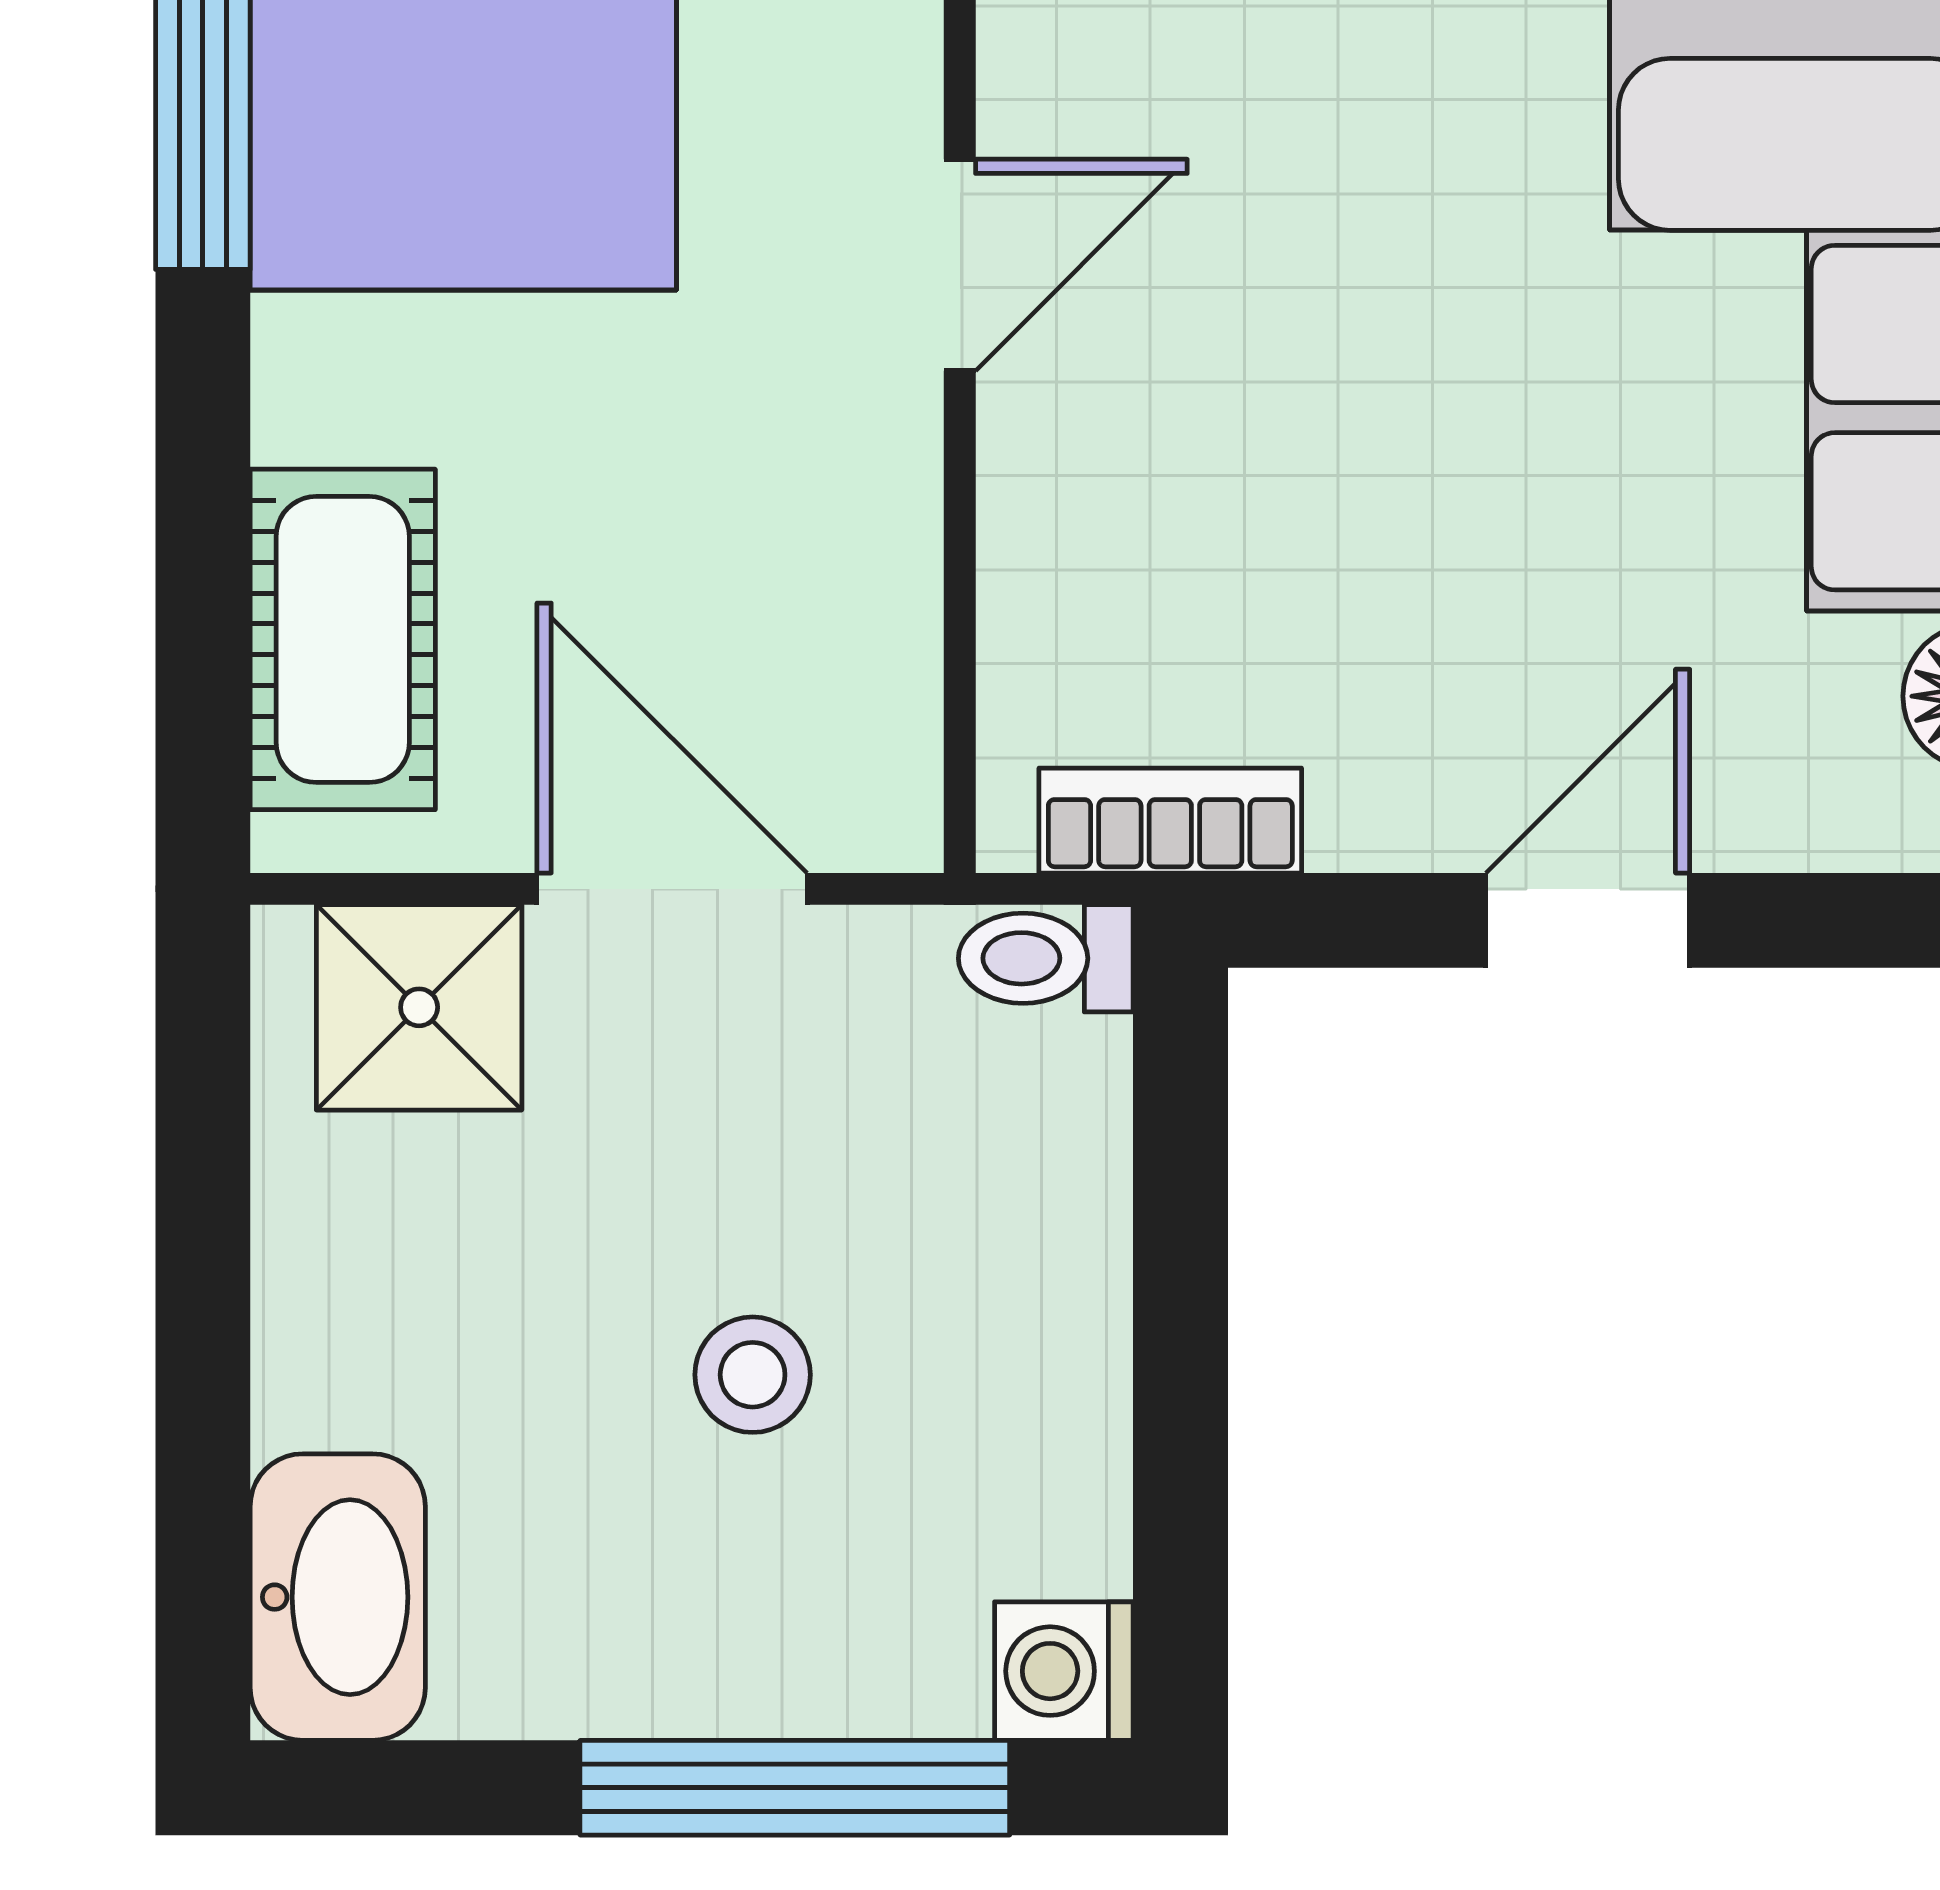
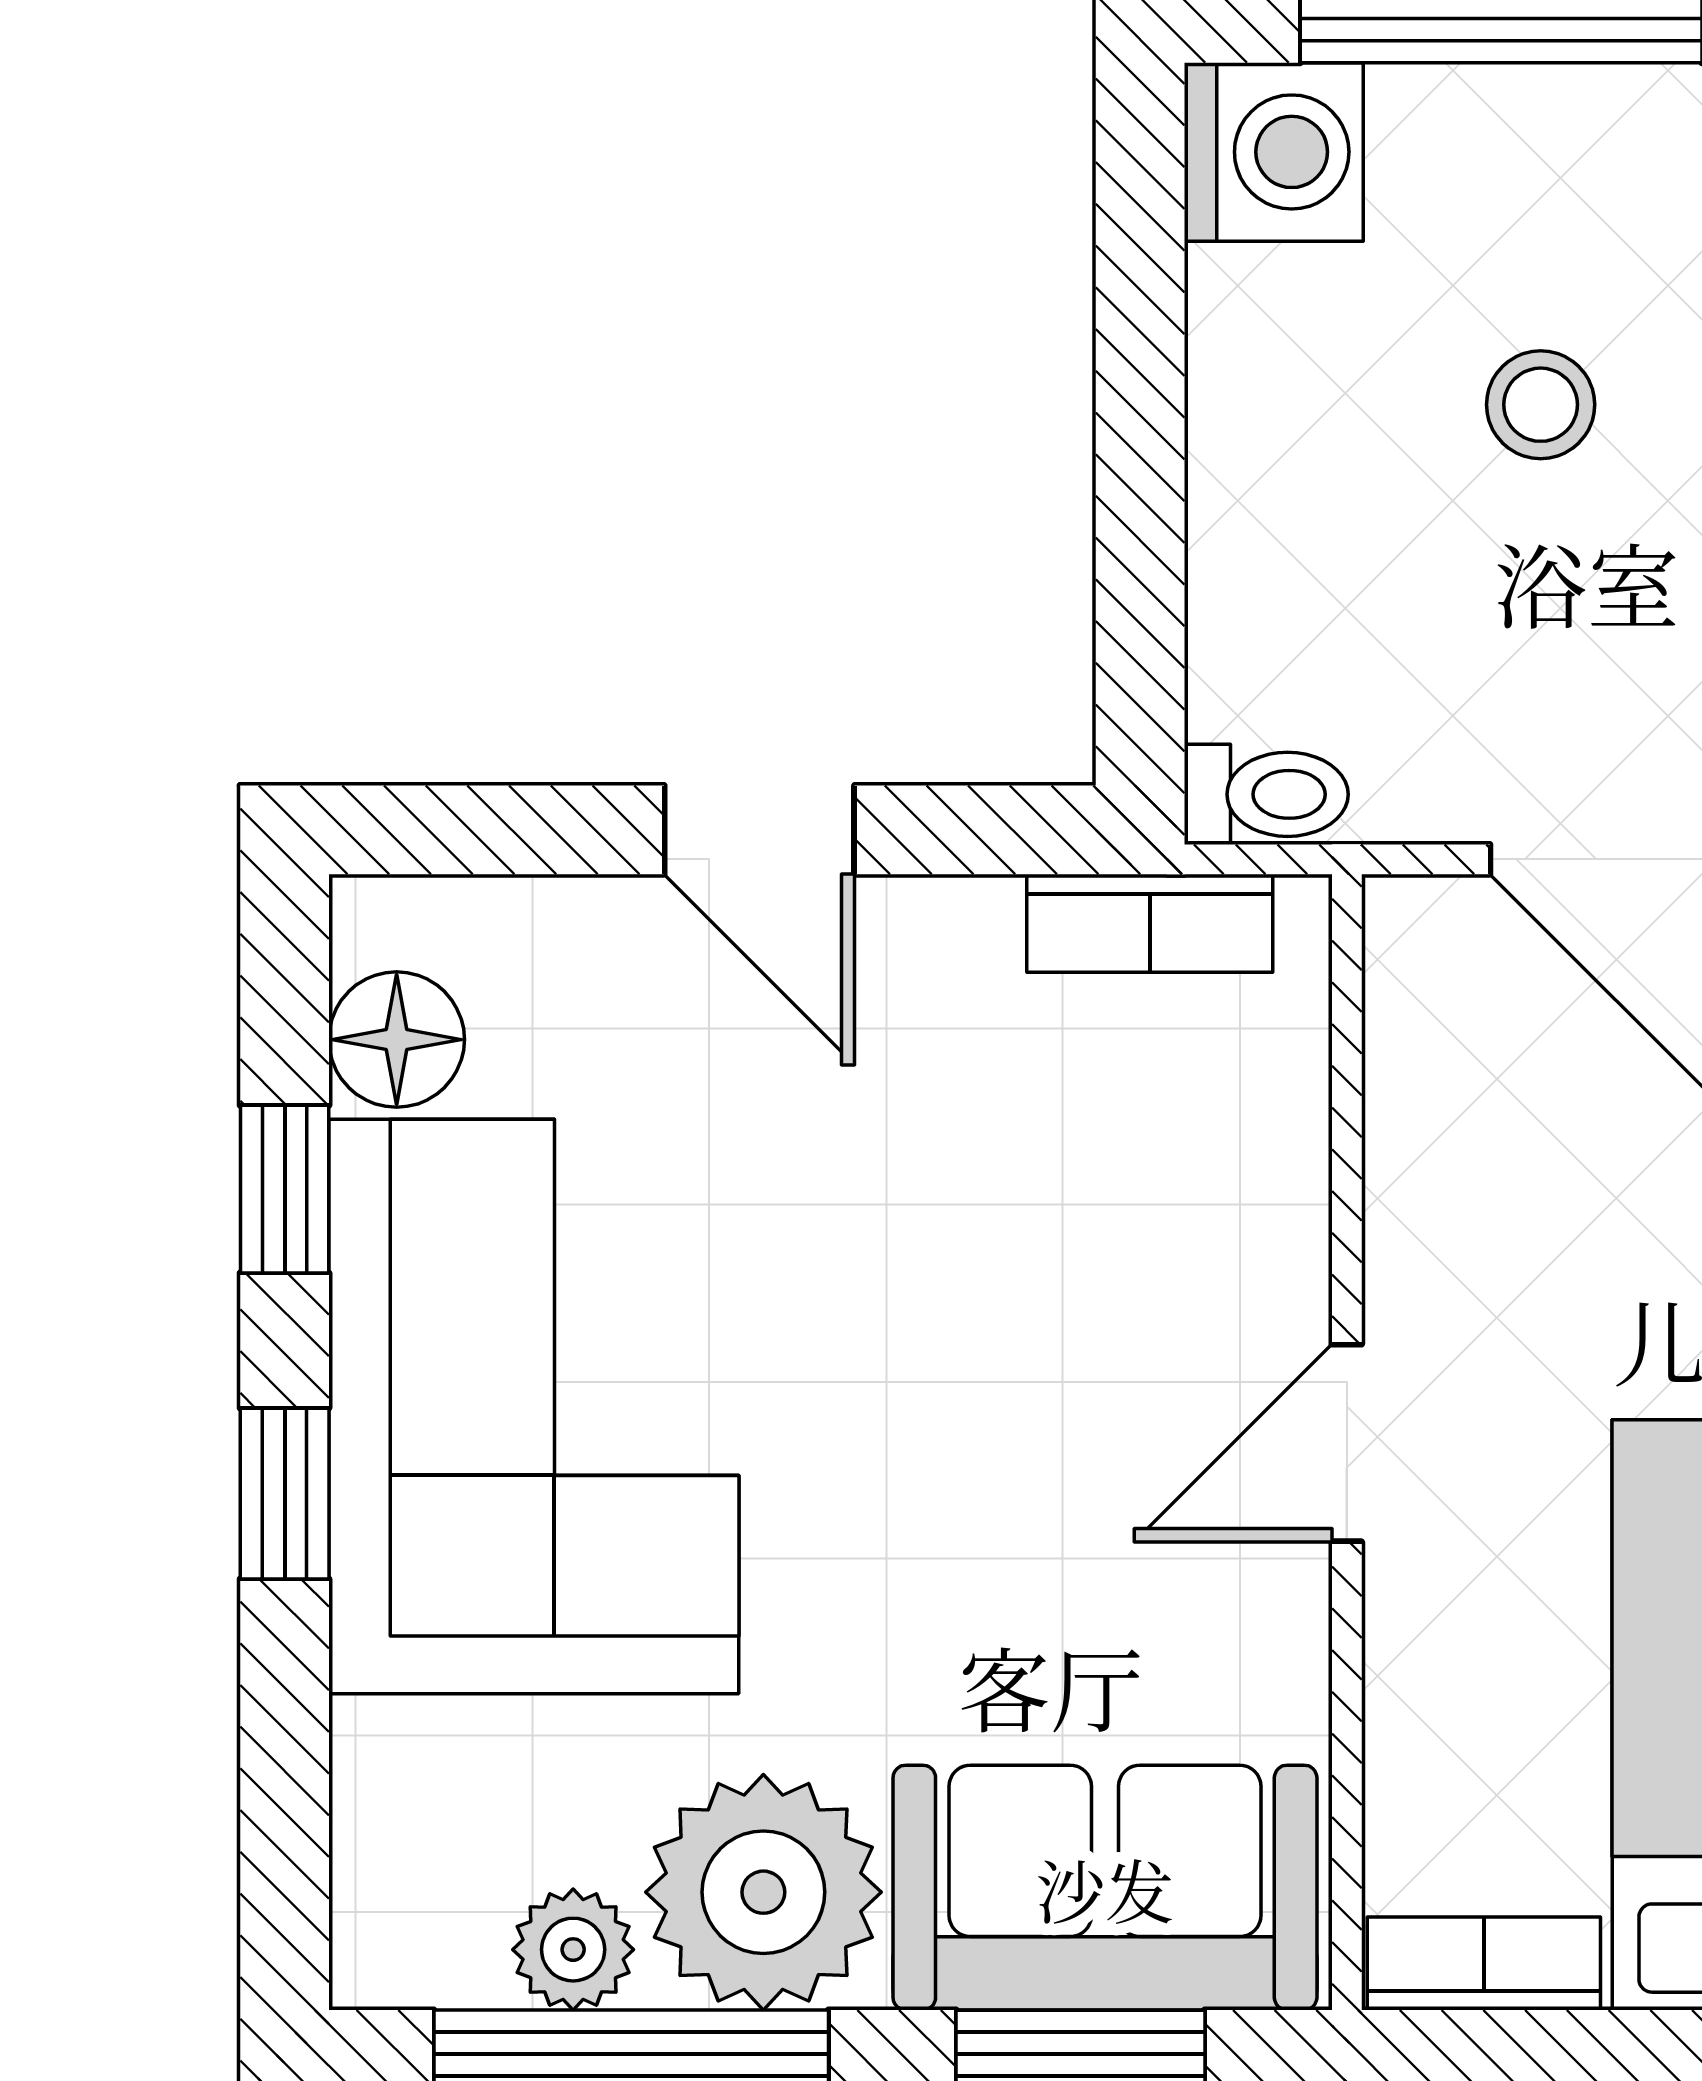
door: (1588, 920) -> (759, 830), hinge flipped
washing machine: (1064, 1671) -> (1274, 152), width x1.38, depth x1.38

